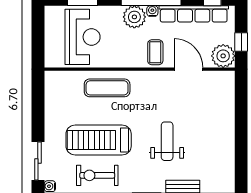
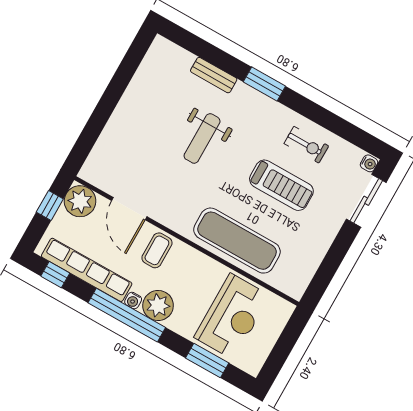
reception desk: (82, 37) -> (232, 316), turned 180
exercise mat: (107, 88) -> (237, 241), width x1.36, depth x1.45
treadmill: (99, 140) -> (281, 185), width x0.73, depth x0.73
exercise bike: (97, 175) -> (306, 145), width x0.73, depth x0.72

